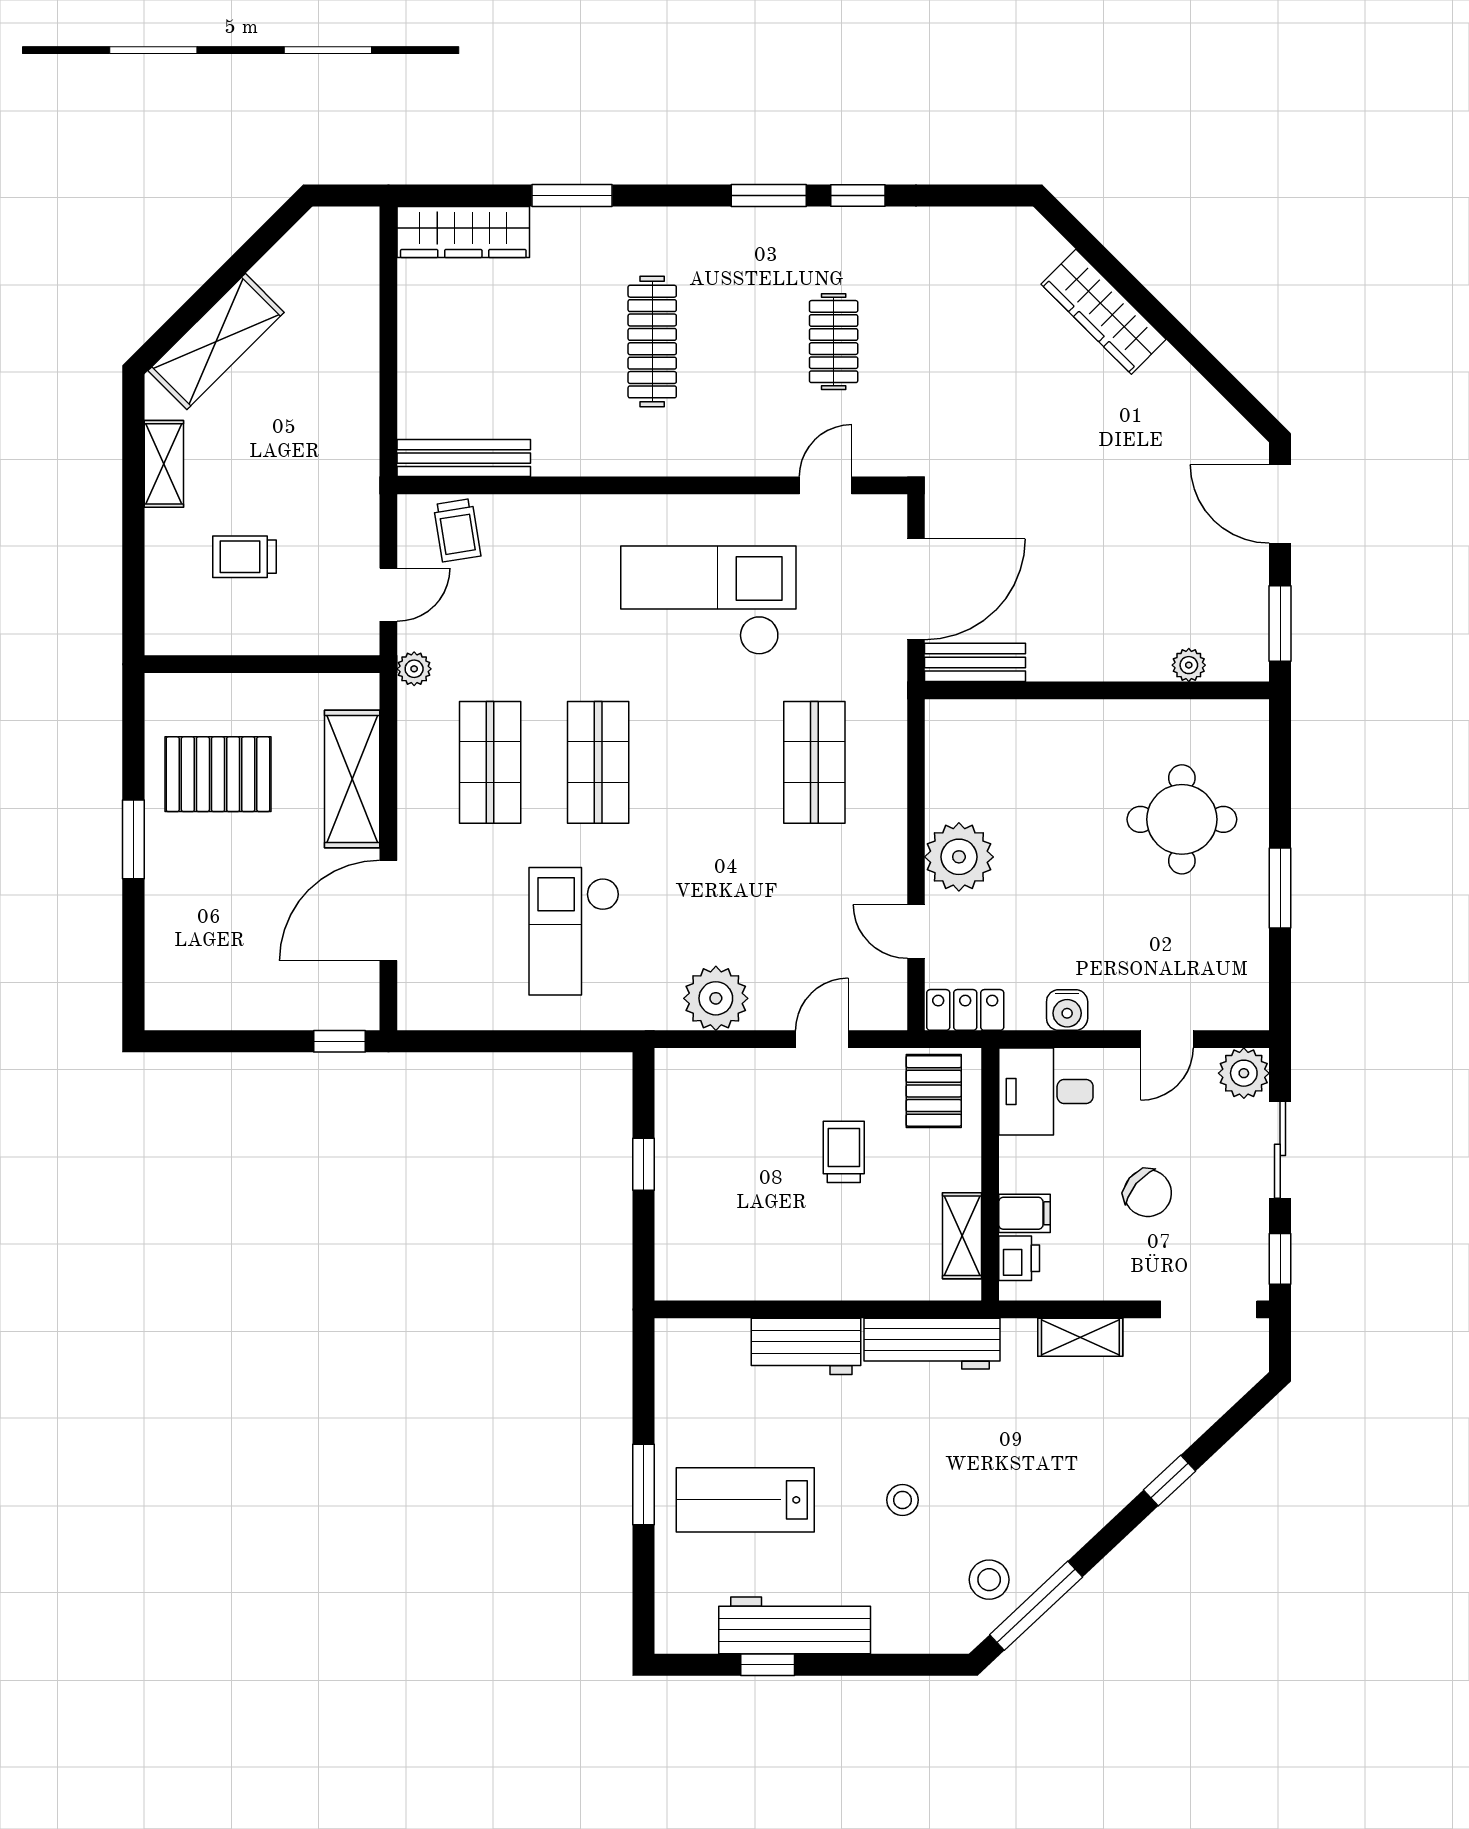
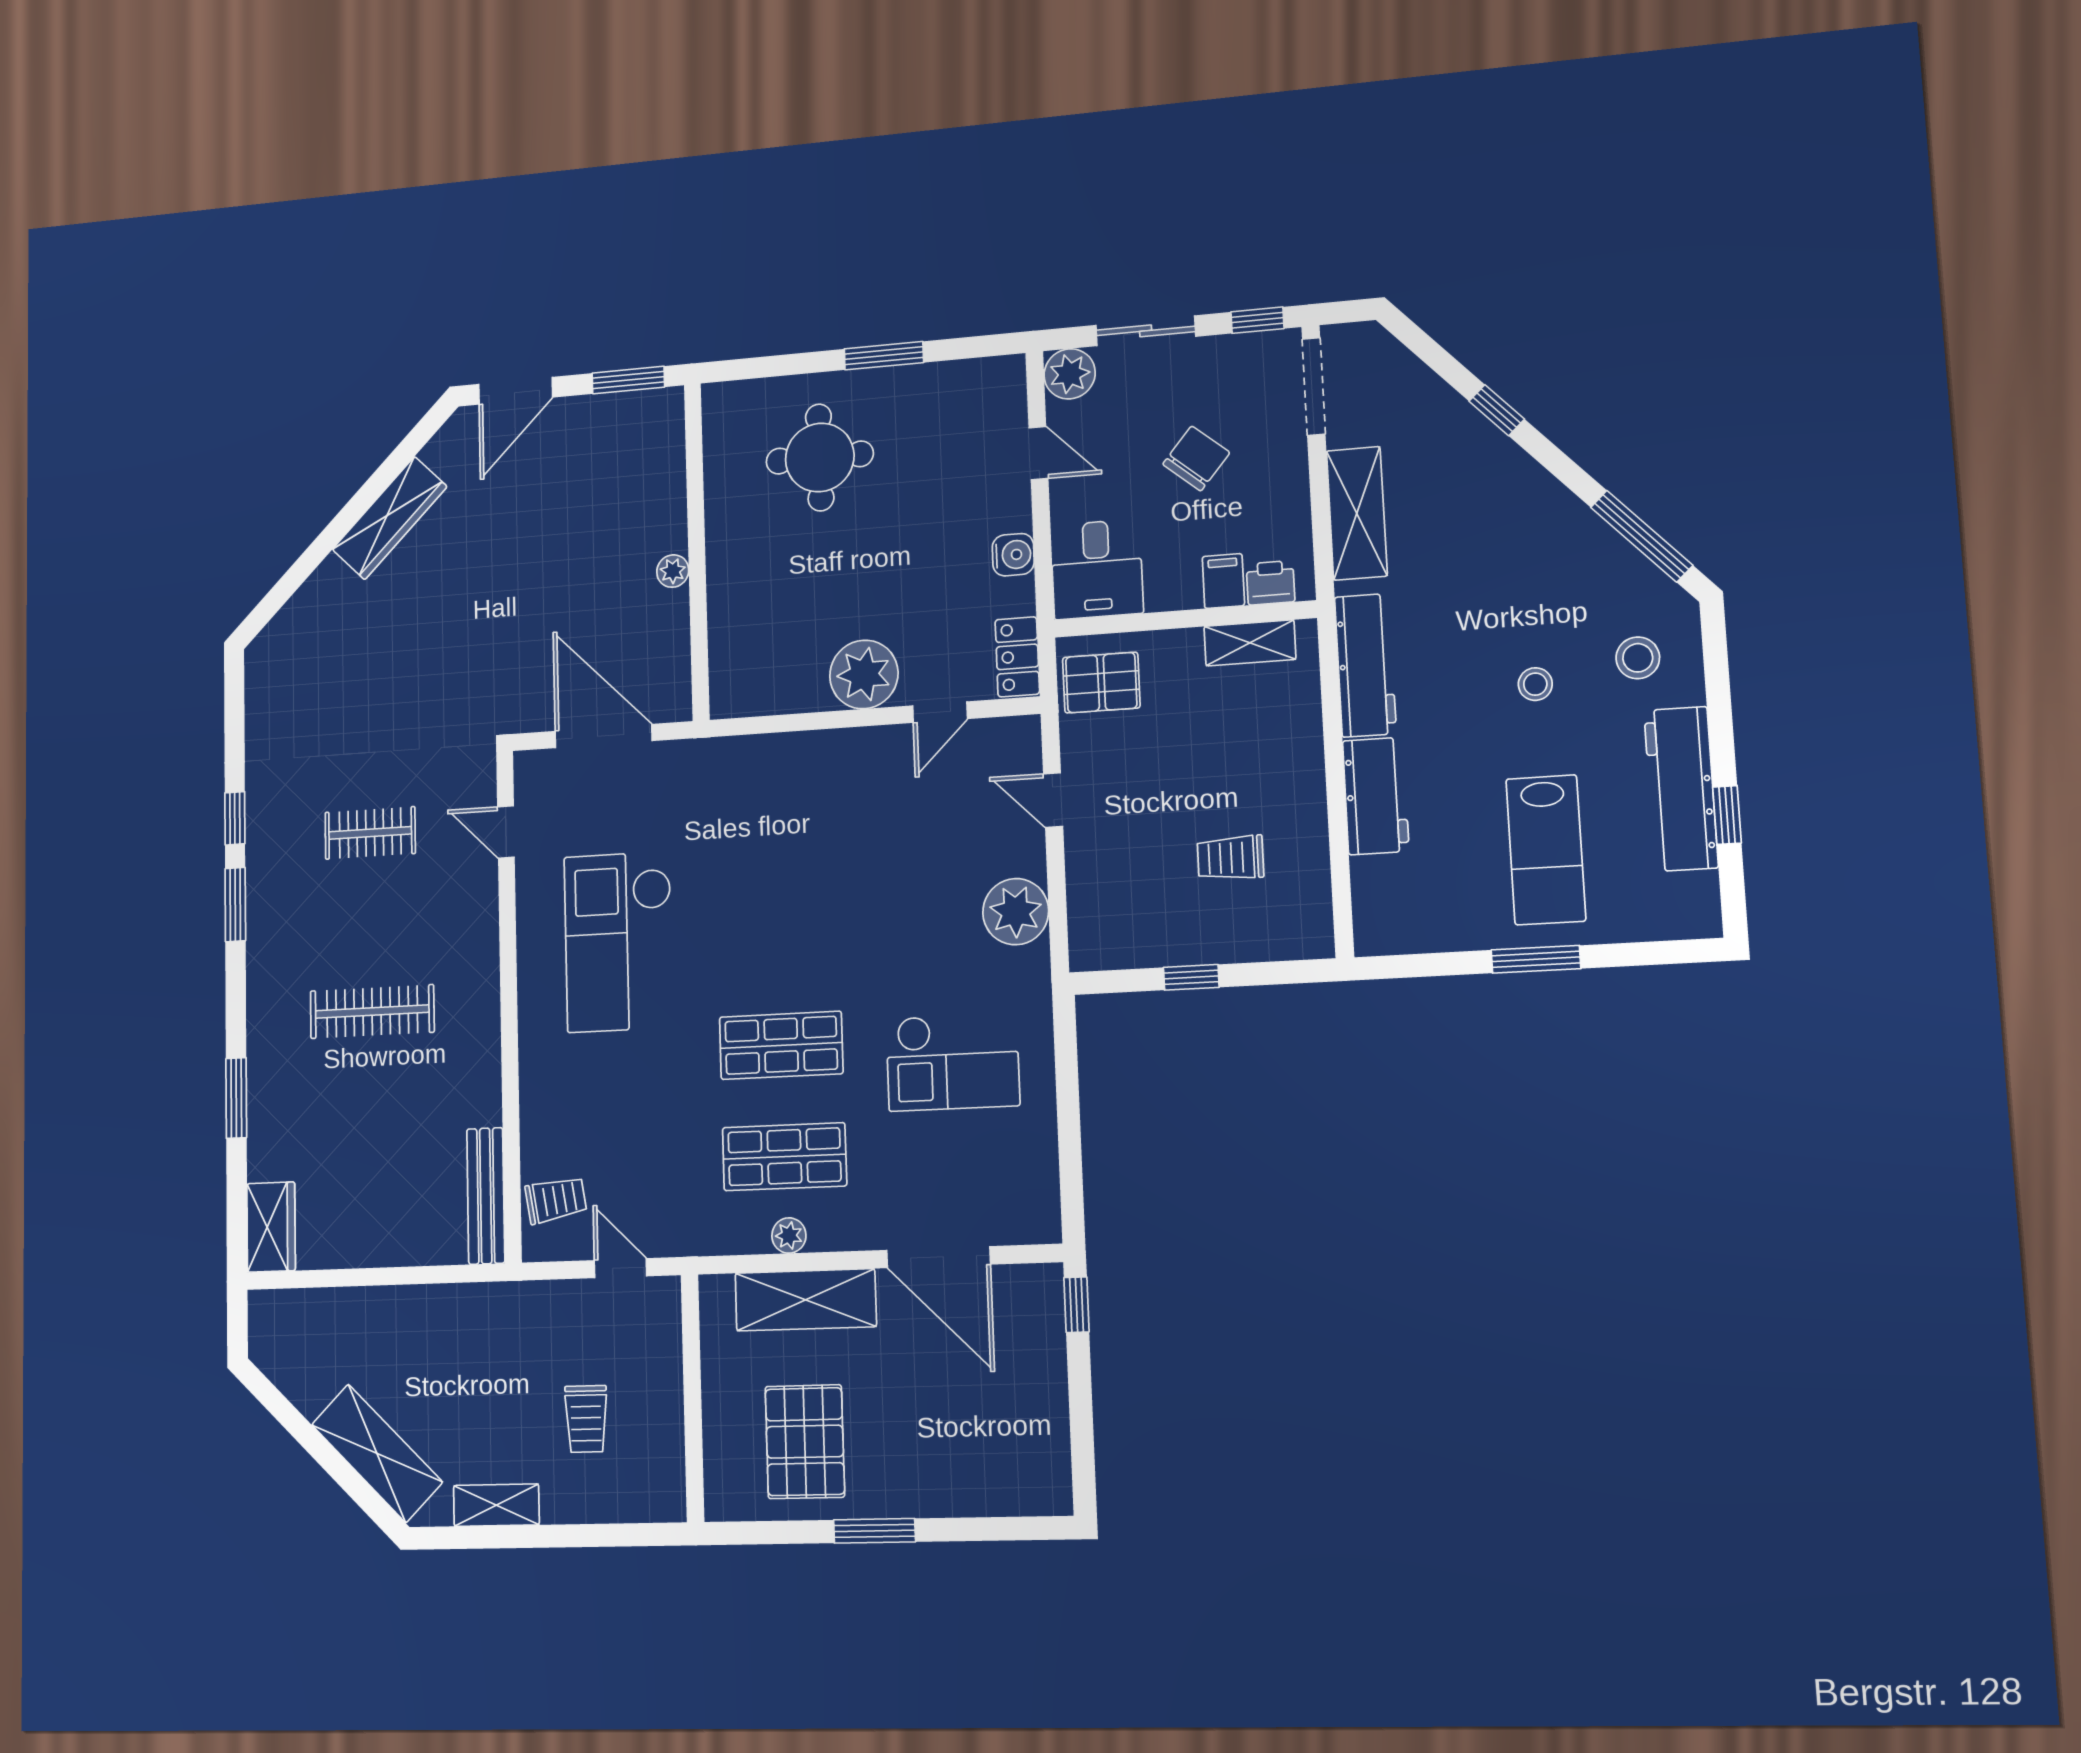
wardrobe: (463, 232) -> (271, 1227), width x0.67
wardrobe: (1104, 312) -> (390, 518), moved
bench: (975, 662) -> (673, 673), removed
plant: (1189, 665) -> (673, 571), moved
plant: (414, 669) -> (789, 1236), moved
shop shelf: (814, 762) -> (775, 826), removed
trolley: (844, 1152) -> (1230, 858), moved
shelving: (1080, 1337) -> (1357, 513), width x1.50, depth x1.33
stool: (989, 1580) -> (1638, 658), moved

